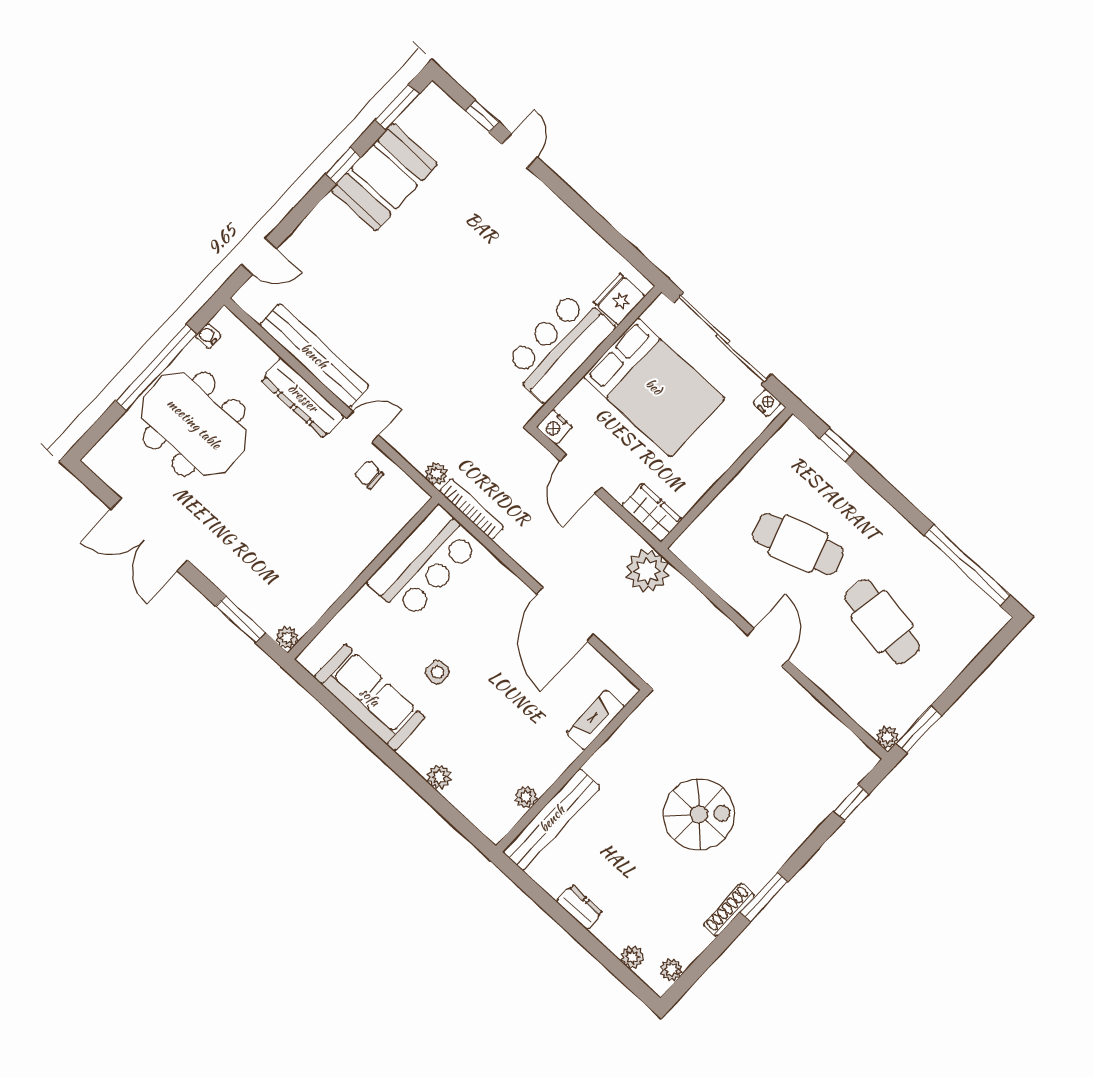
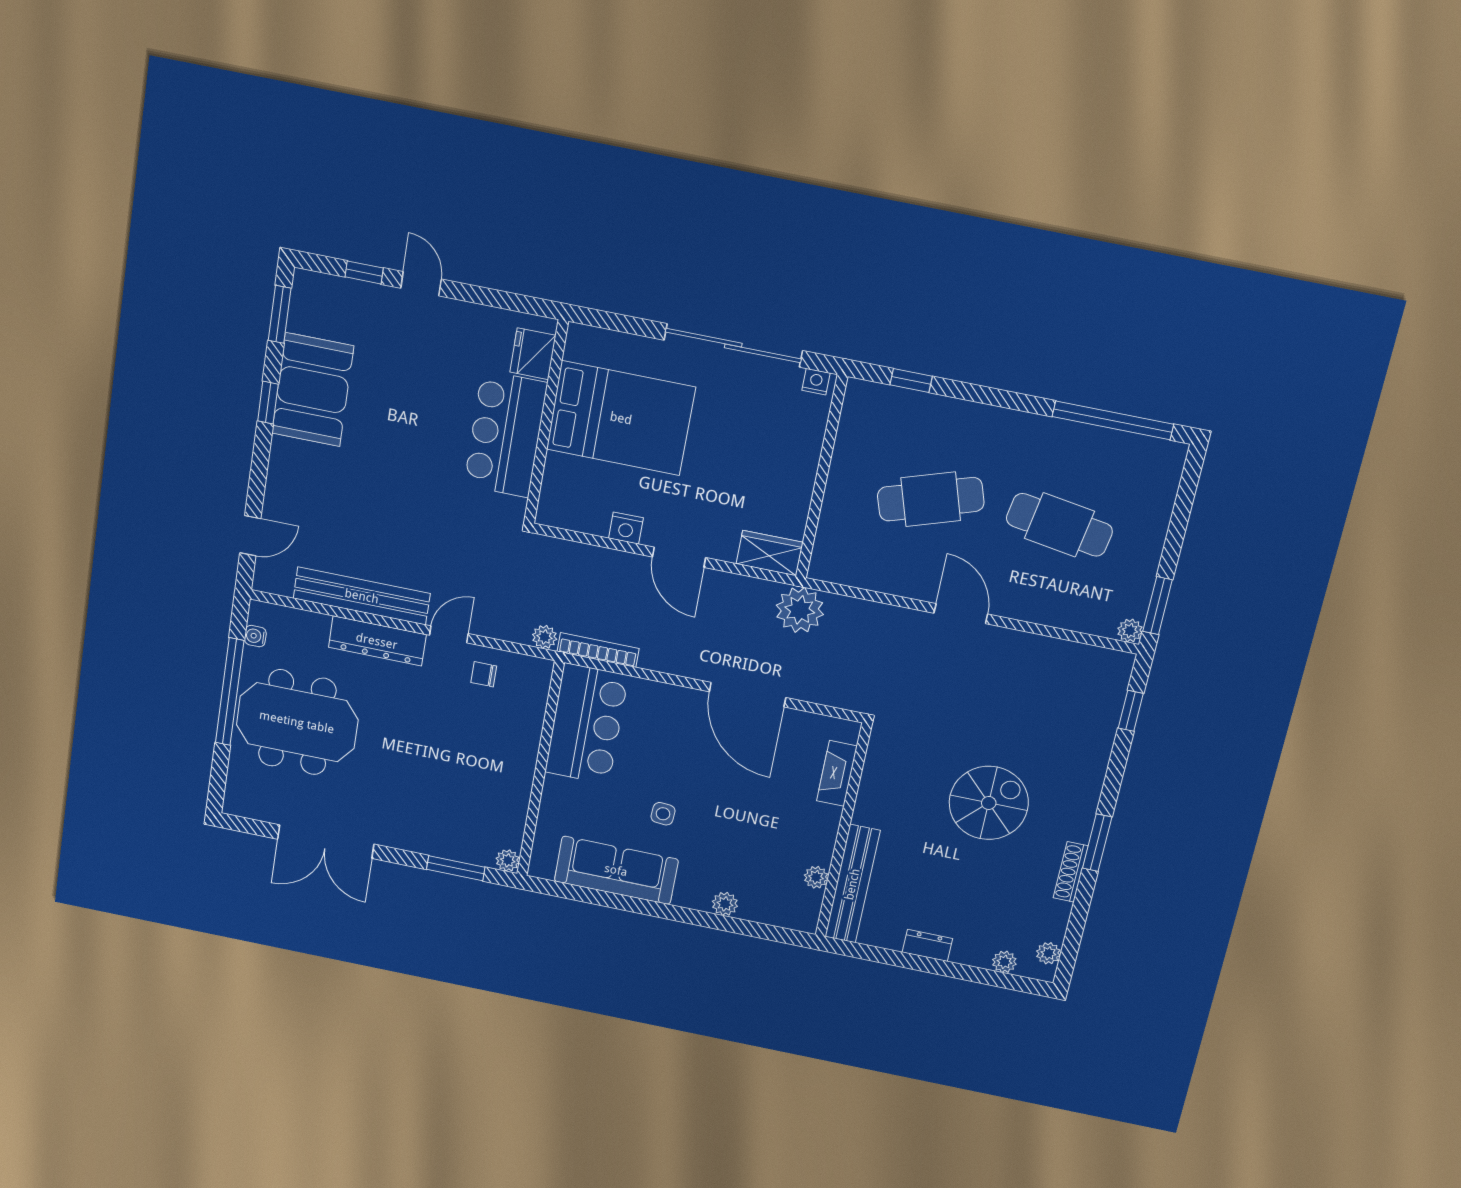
fridge: (619, 299) -> (533, 354), moved
bar counter: (559, 346) -> (506, 434), moved
wall: (596, 356) -> (546, 423), moved
bed: (654, 387) -> (621, 418), moved

